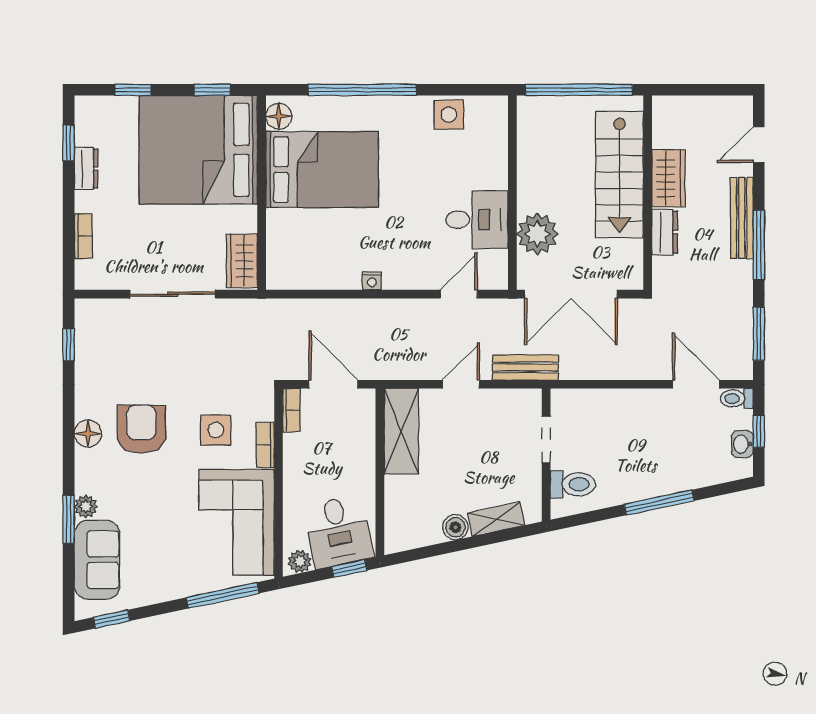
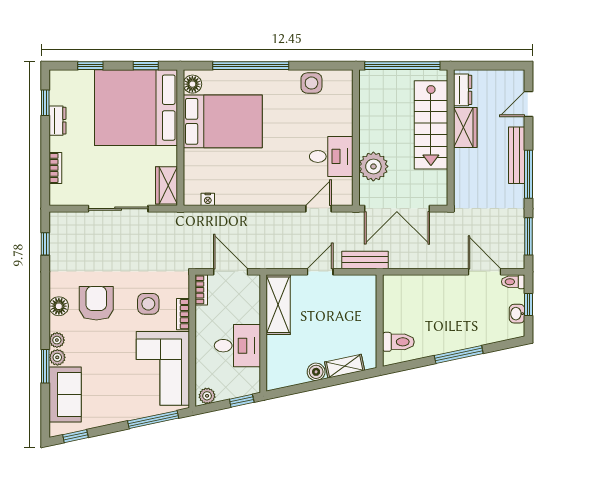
dresser: (665, 232) -> (463, 90), moved
nightstand: (372, 281) -> (208, 199), moved
doorway: (546, 440) -> (380, 310), removed
plant: (85, 482) -> (57, 340), added
desk: (338, 532) -> (237, 346), moved, turned -78

